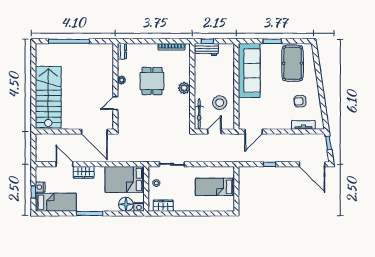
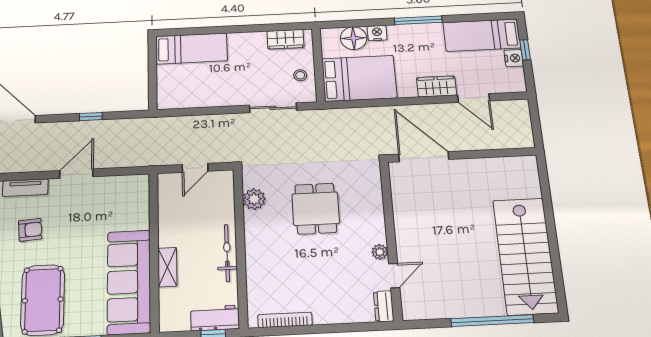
shelving: (230, 77) -> (167, 267), added
dining table: (152, 81) -> (316, 209), moved
plant: (184, 88) -> (254, 199), moved
stairs: (48, 97) -> (525, 256), moved
door: (115, 103) -> (394, 276), moved
stool: (220, 103) -> (186, 220), removed
bicycle: (199, 114) -> (227, 253), moved
door: (254, 131) -> (76, 174), moved
bed: (215, 187) -> (191, 49), moved
nightstand: (139, 207) -> (377, 33), moved

